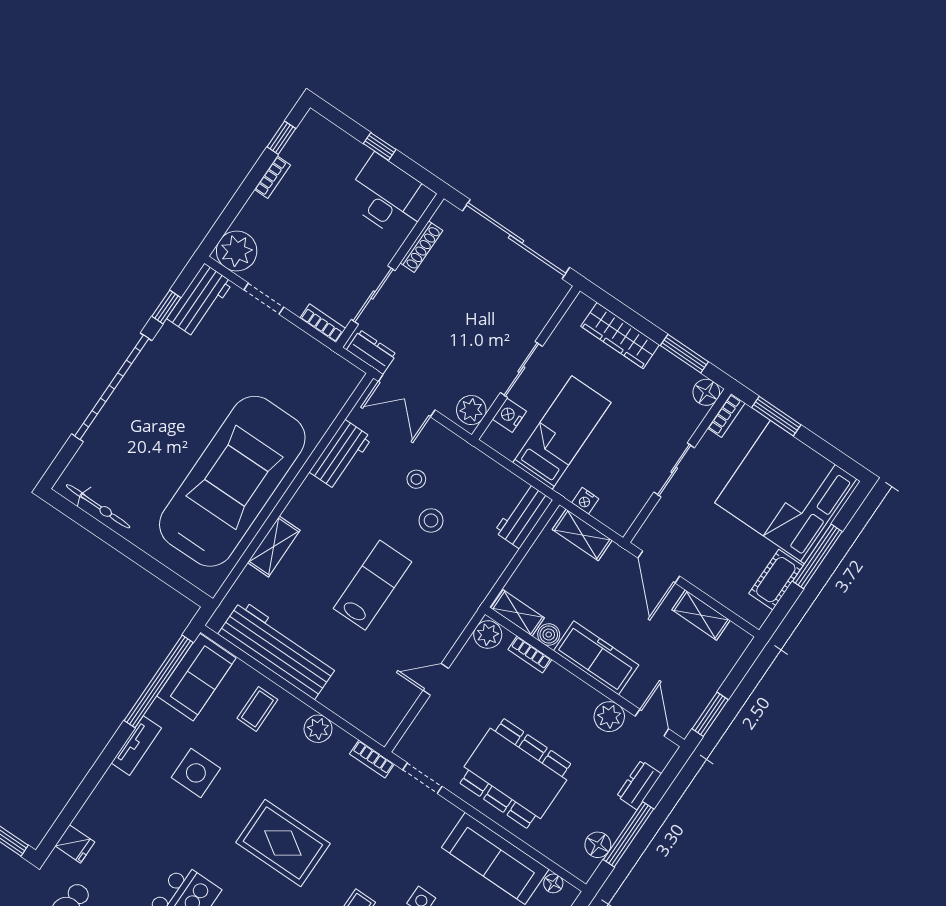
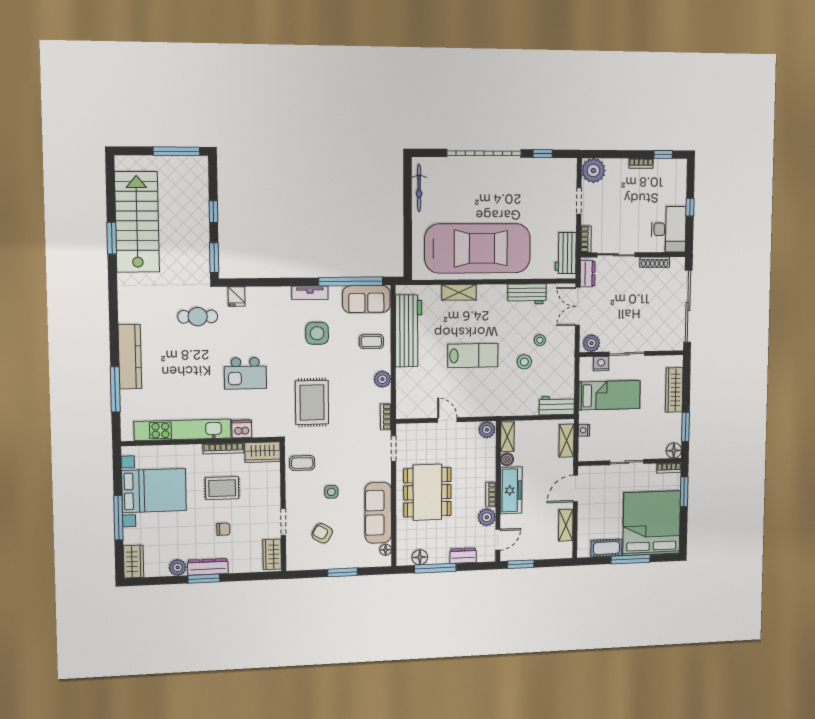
workbench: (200, 301) -> (566, 253), moved, turned 90
bookcase: (530, 655) -> (491, 495), moved

